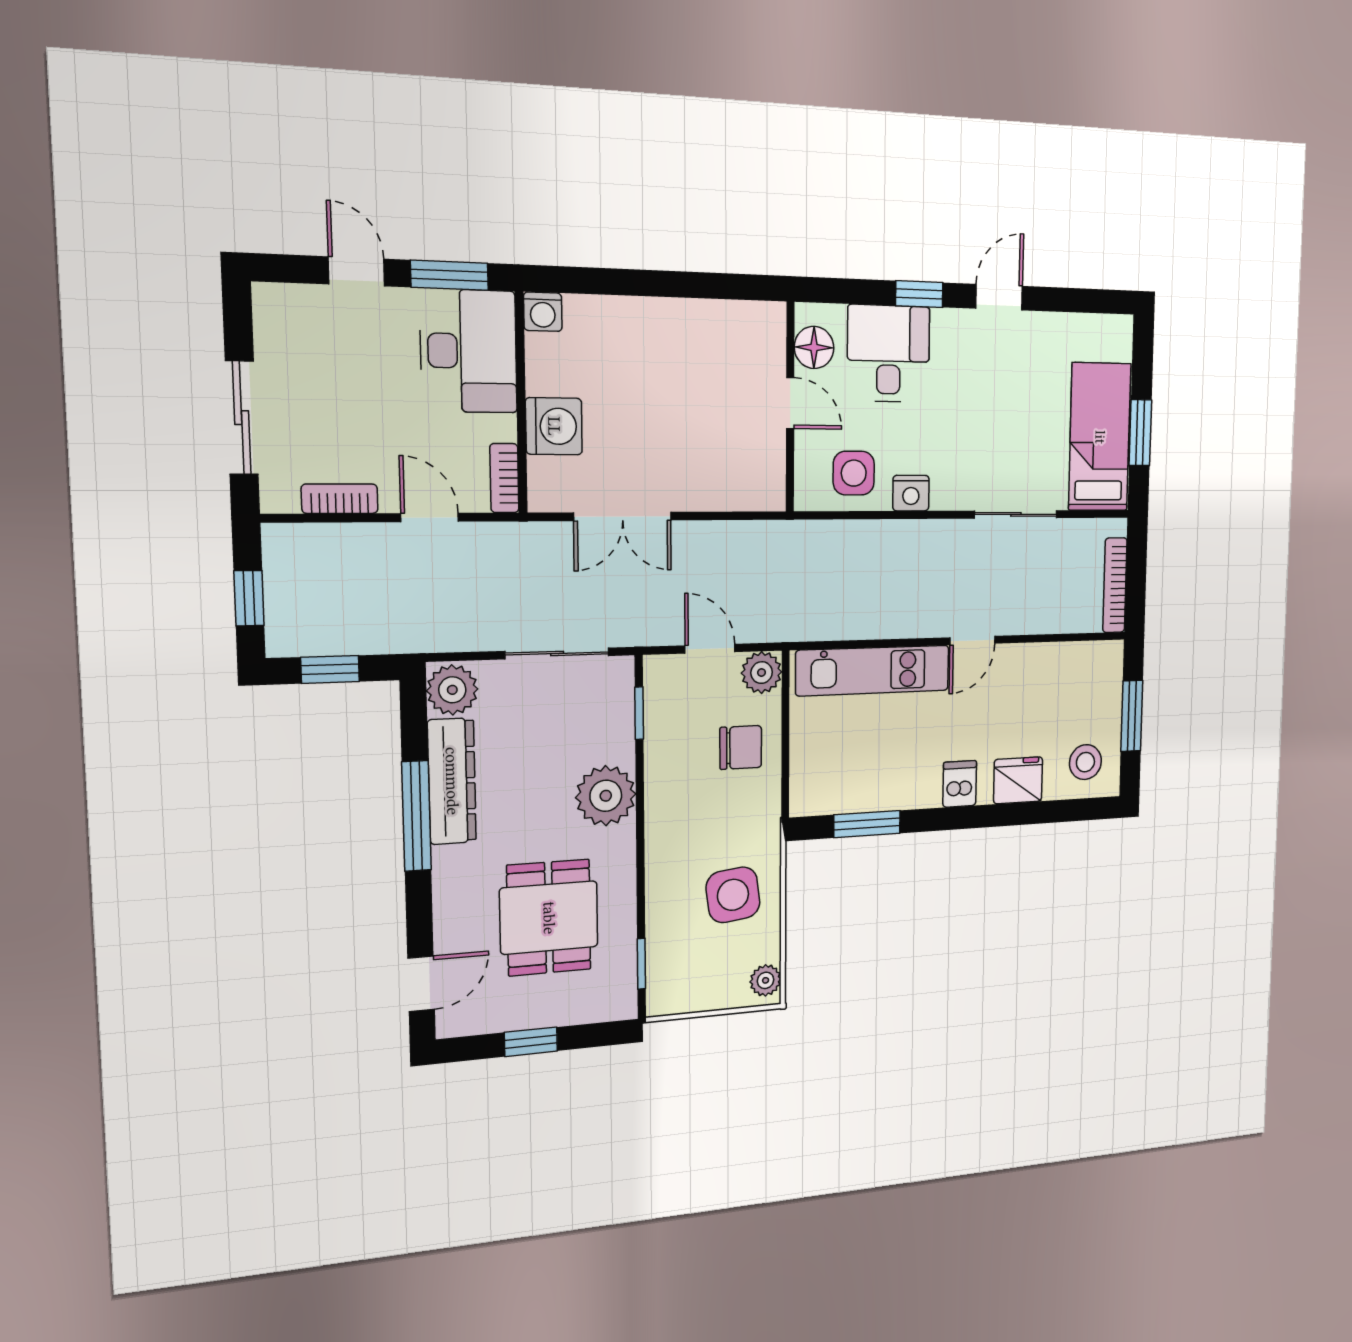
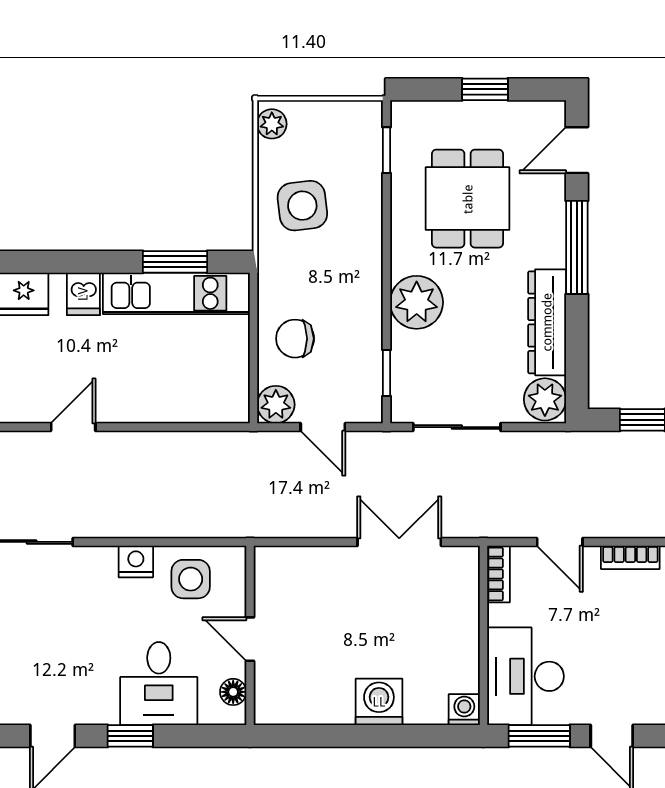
floor lamp: (814, 347) -> (233, 692), width x0.73, depth x0.73
washing machine: (554, 426) -> (379, 702), moved, turned 90
kitchen unit: (873, 670) -> (176, 293), moved, turned 180
window: (417, 816) -> (577, 247), moved

